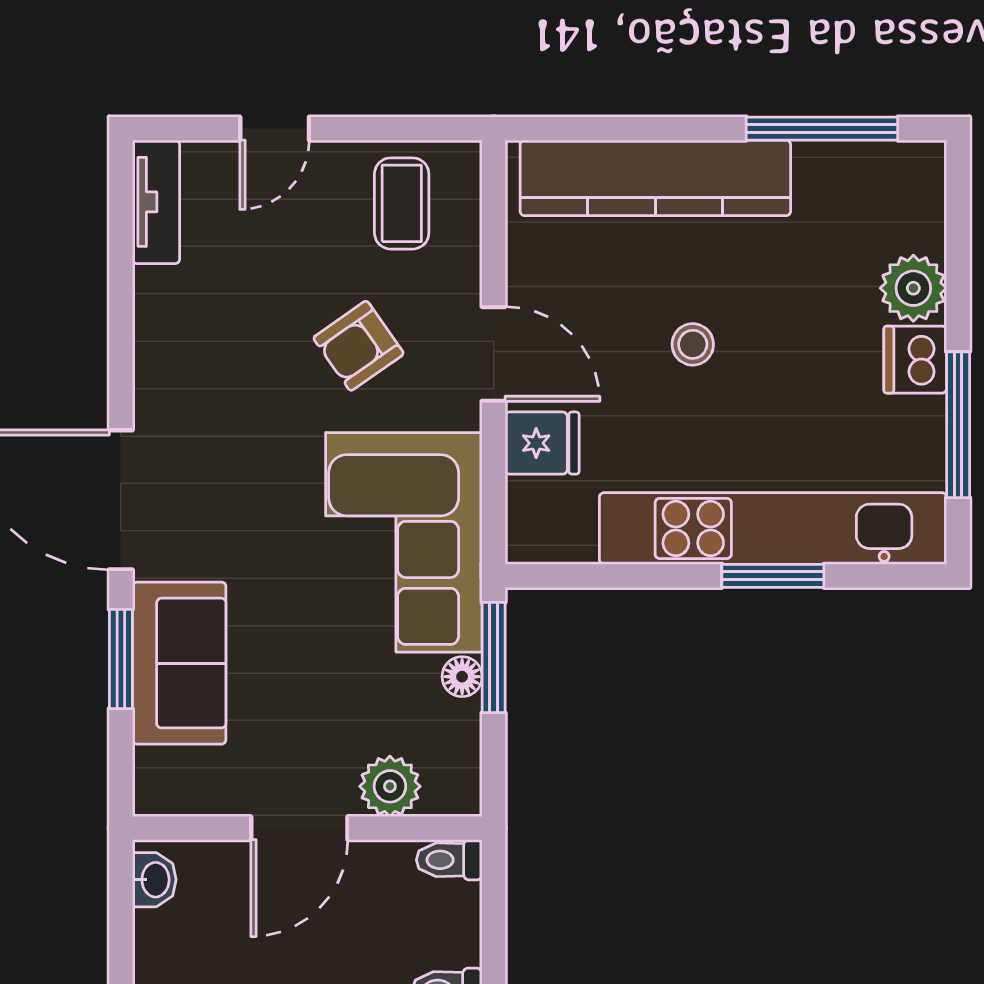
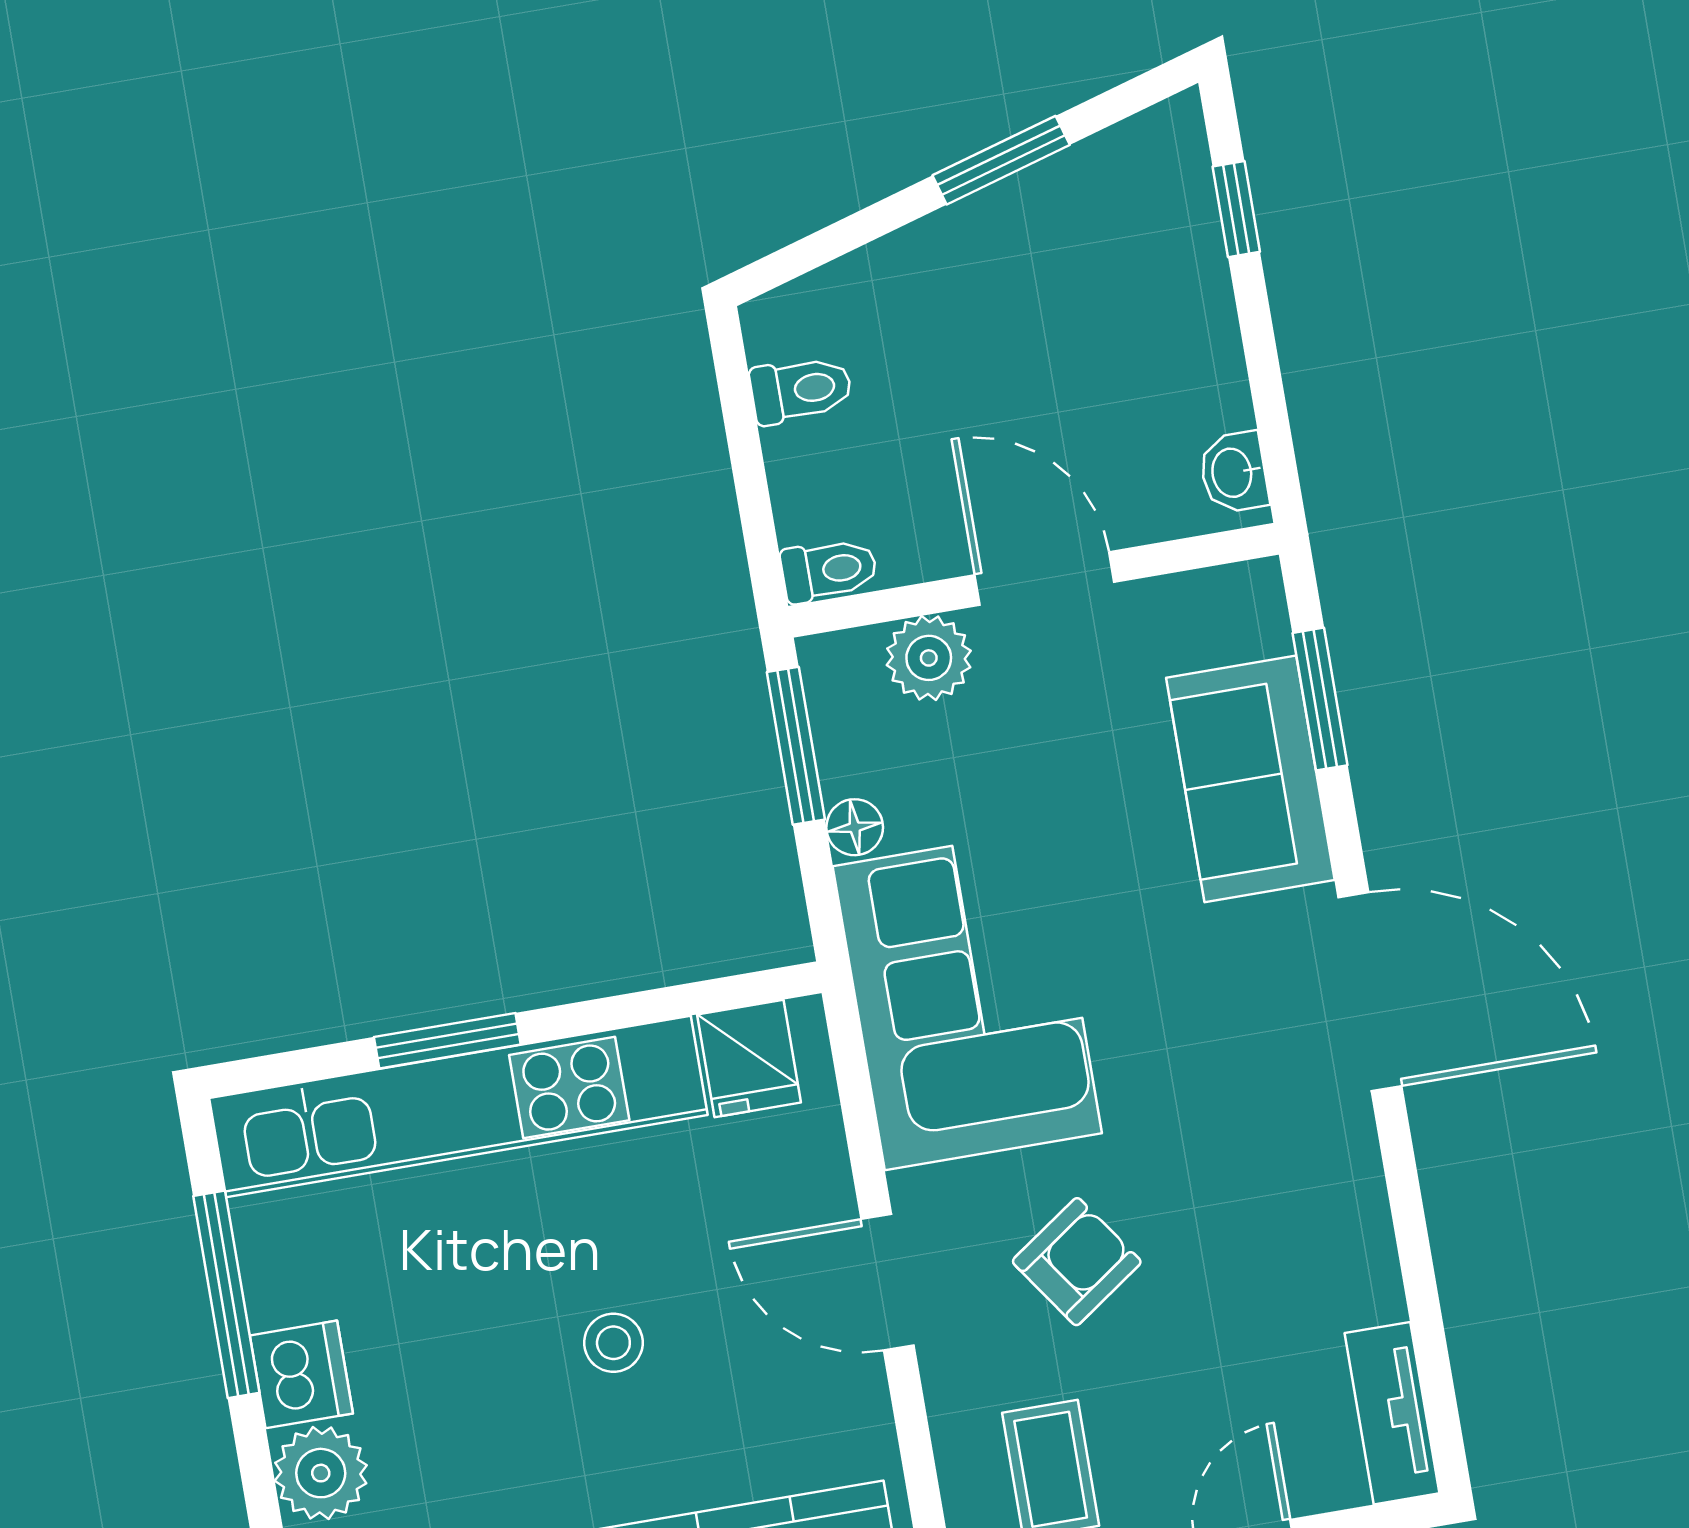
fridge: (542, 443) -> (749, 1058), moved, turned -90
window: (494, 658) -> (796, 746), moved
window: (121, 659) -> (1320, 699), moved
door: (299, 828) -> (1044, 578), hinge flipped

